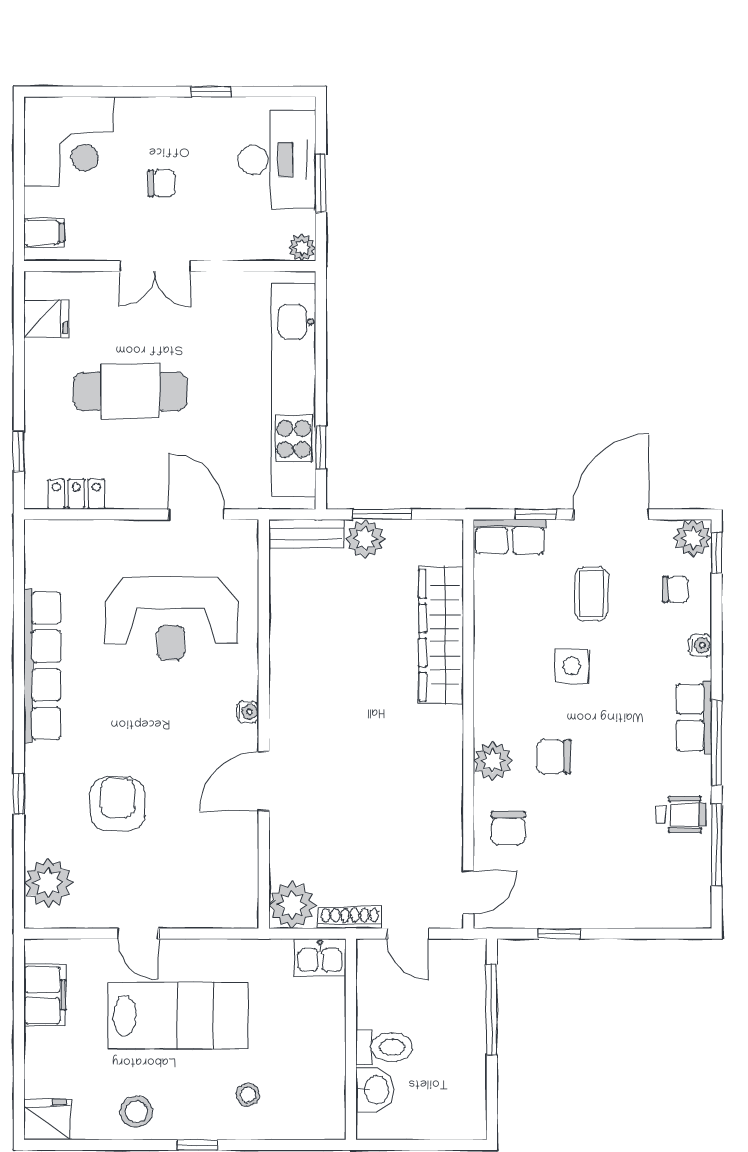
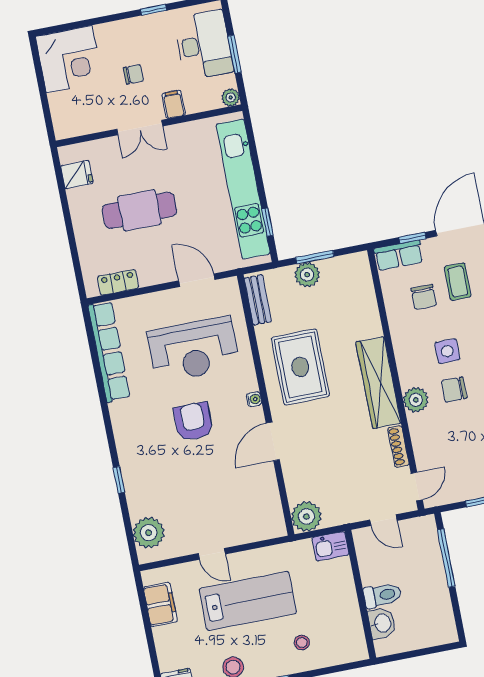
filing cabinet: (44, 233) -> (173, 104), moved, turned -90
window: (19, 451) -> (76, 262), removed
bench: (306, 534) -> (258, 300), moved, turned 90
wardrobe: (441, 635) -> (378, 383), moved
row of seats: (42, 666) -> (109, 352), moved
side table: (572, 666) -> (447, 351), moved
rug: (327, 677) -> (300, 367), added
armchair: (117, 804) -> (193, 422), moved
chair: (508, 828) -> (424, 297), moved
shoe rack: (350, 918) -> (398, 446), moved, turned -90

